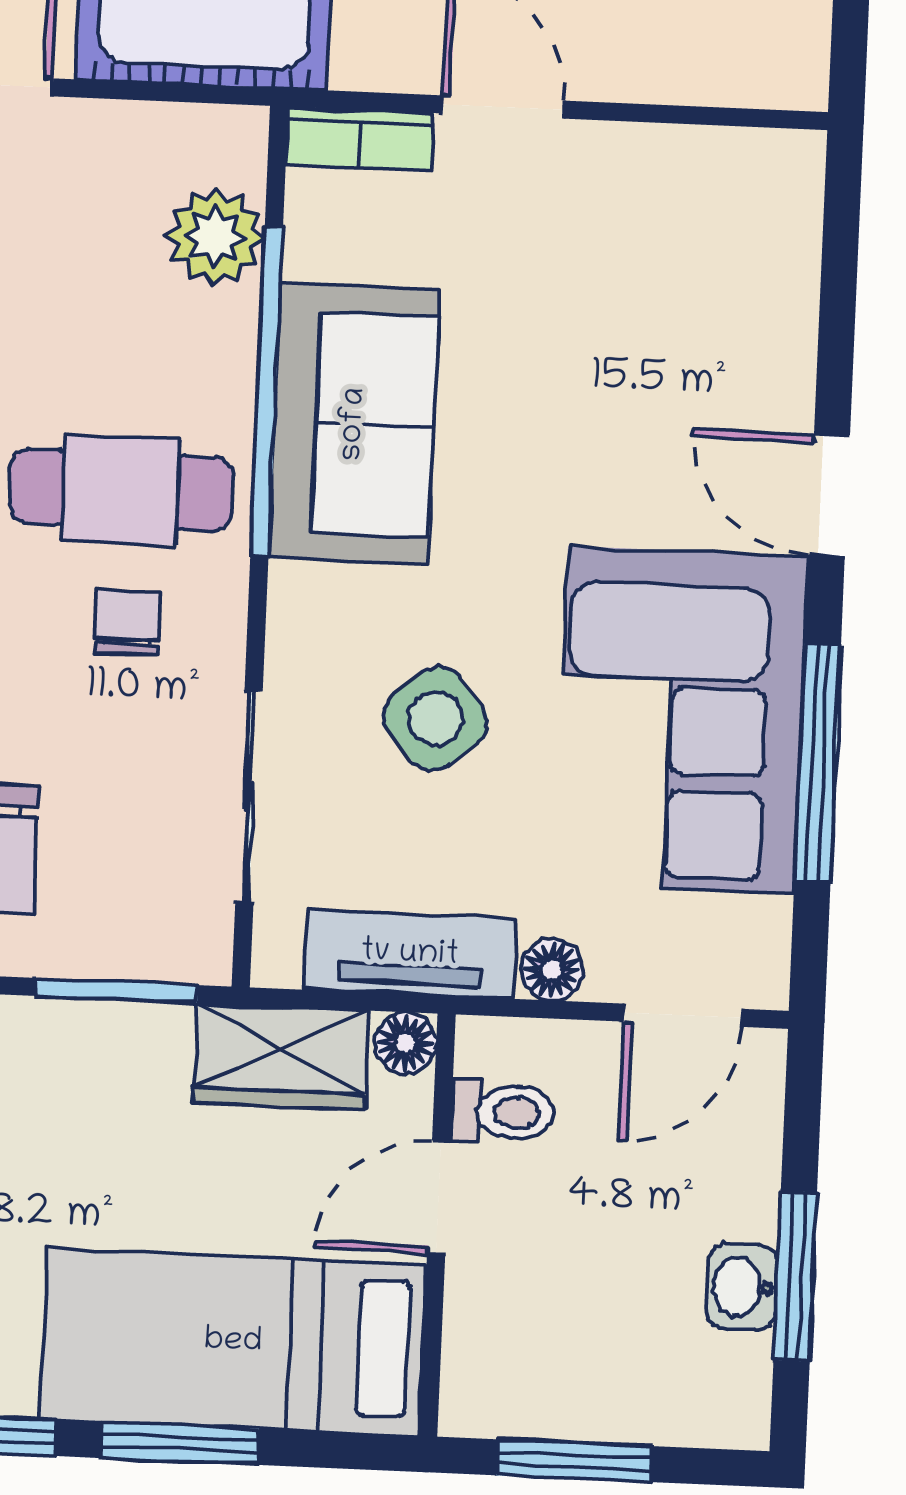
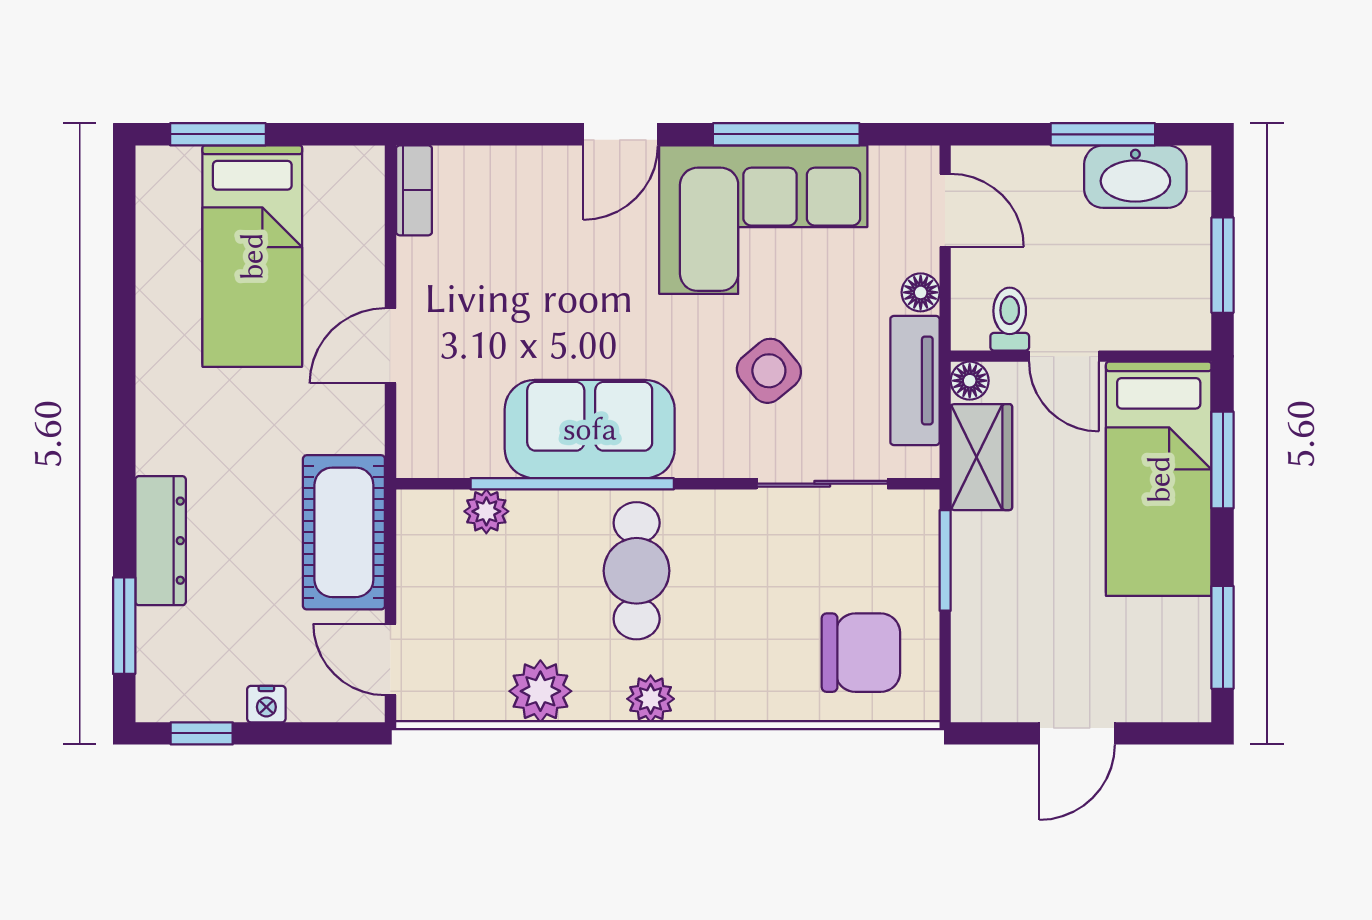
bookcase: (360, 139) -> (414, 190), moved
plant: (215, 237) -> (486, 511), width x0.73, depth x0.73
chair: (127, 623) -> (718, 563), removed
washbasin: (742, 1287) -> (1135, 177), width x1.91, depth x1.45
window: (180, 1443) -> (1223, 460), moved

